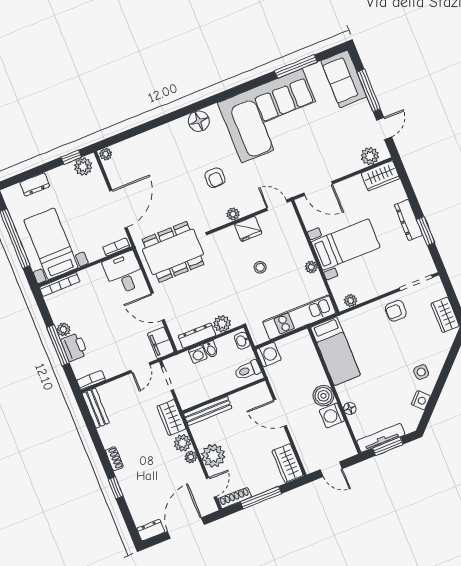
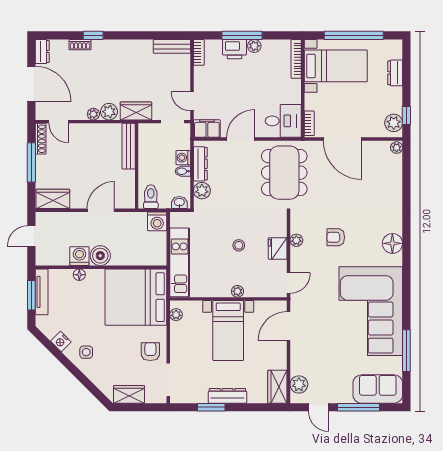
plant: (311, 267) -> (237, 291), moved
bed: (335, 351) -> (136, 297), width x2.04
plant: (213, 456) -> (86, 135), removed
shoe rack: (114, 459) -> (80, 45), moved

